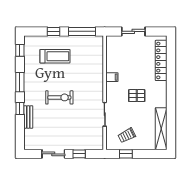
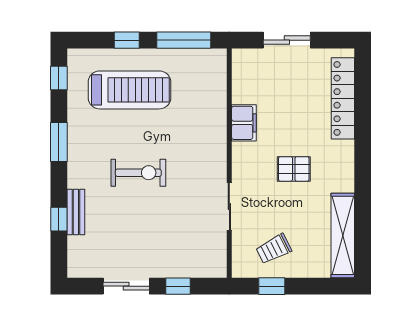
treadmill: (55, 56) -> (129, 90), width x1.37, depth x1.38
filing cabinet: (112, 77) -> (244, 123), width x2.00
window: (20, 108) -> (59, 219), moved

